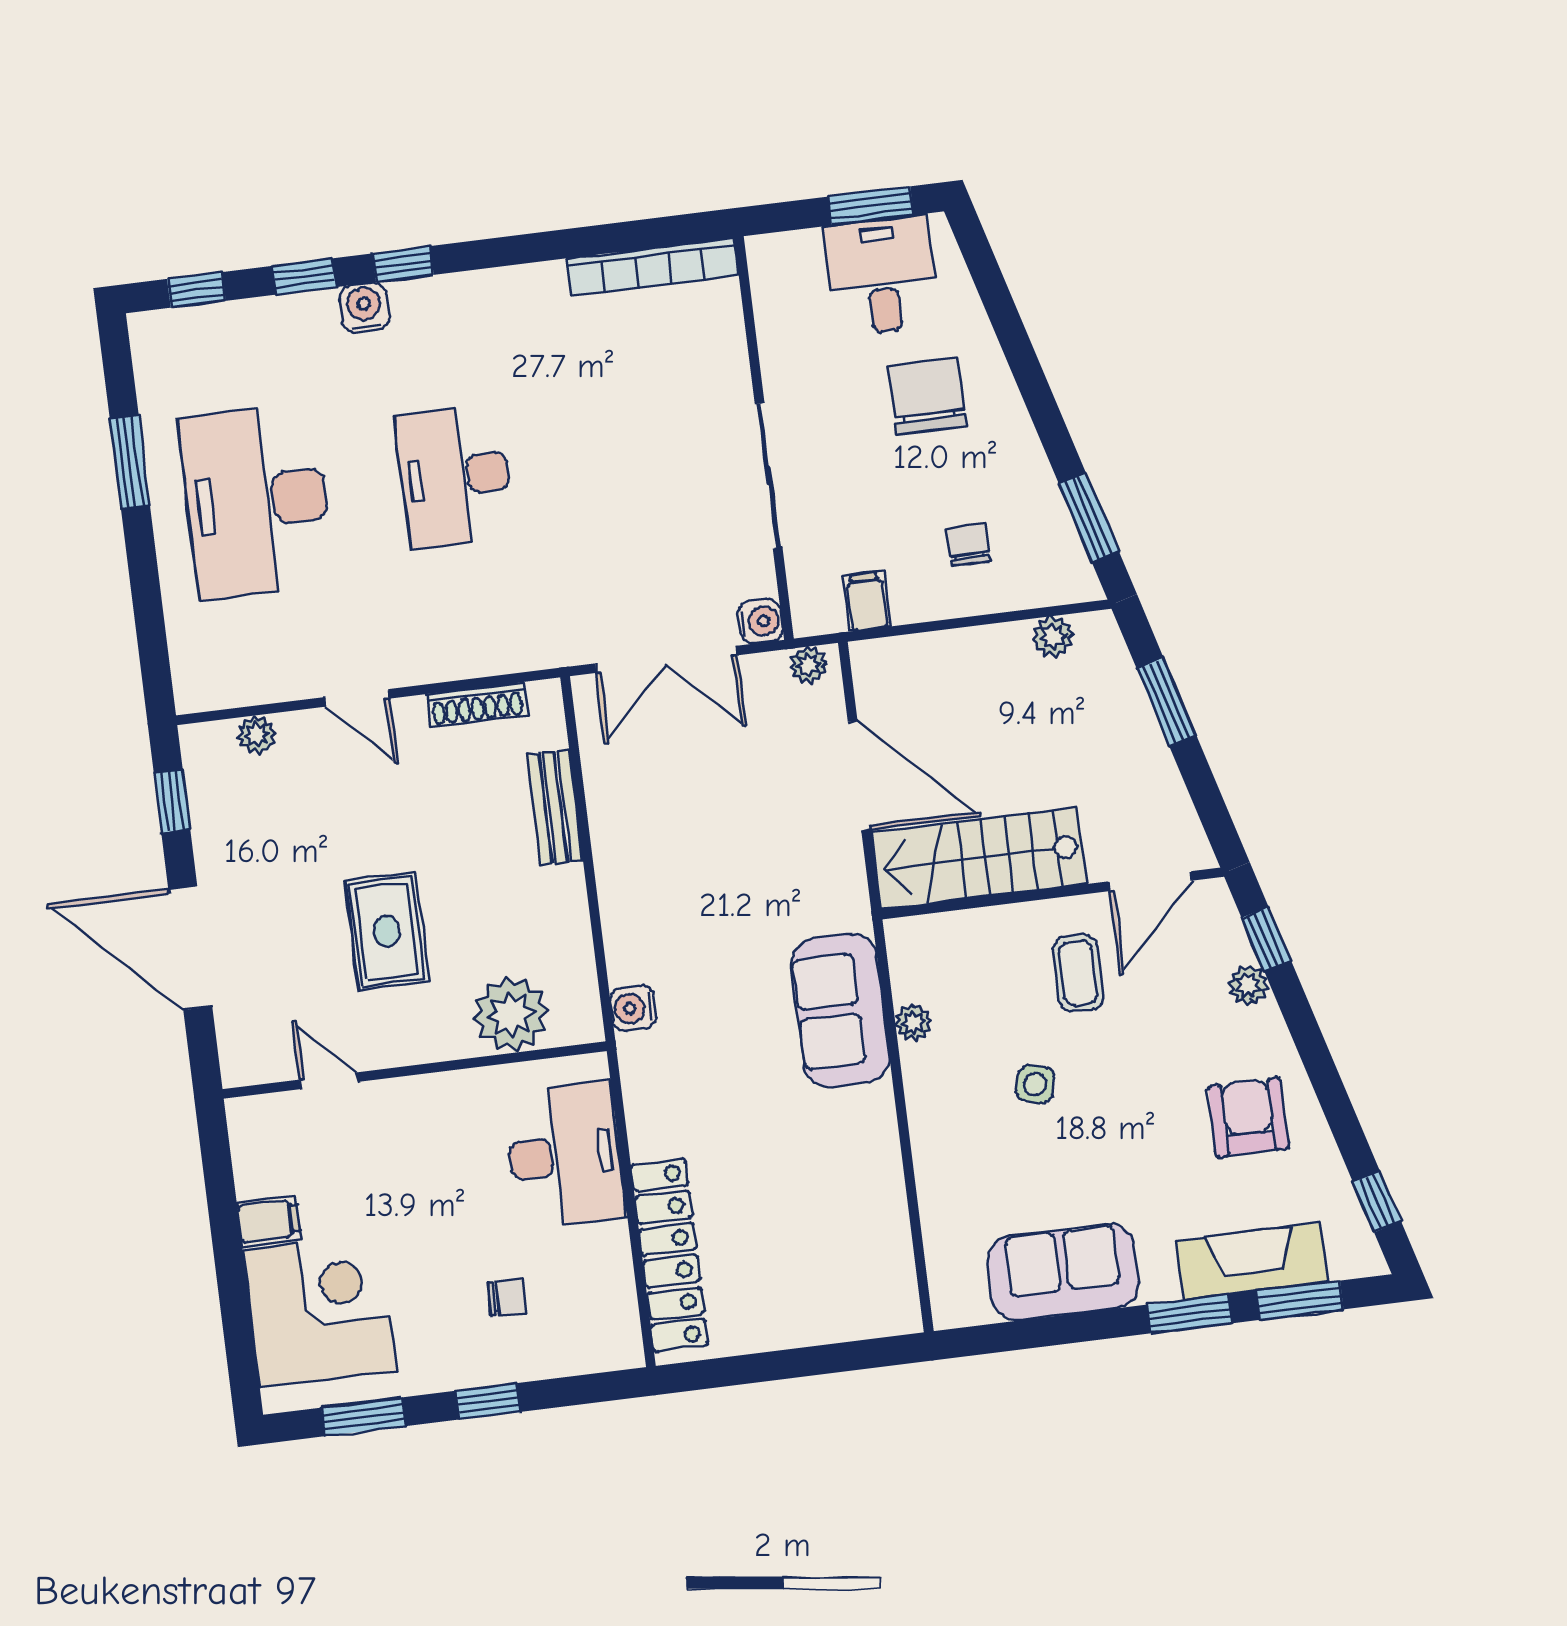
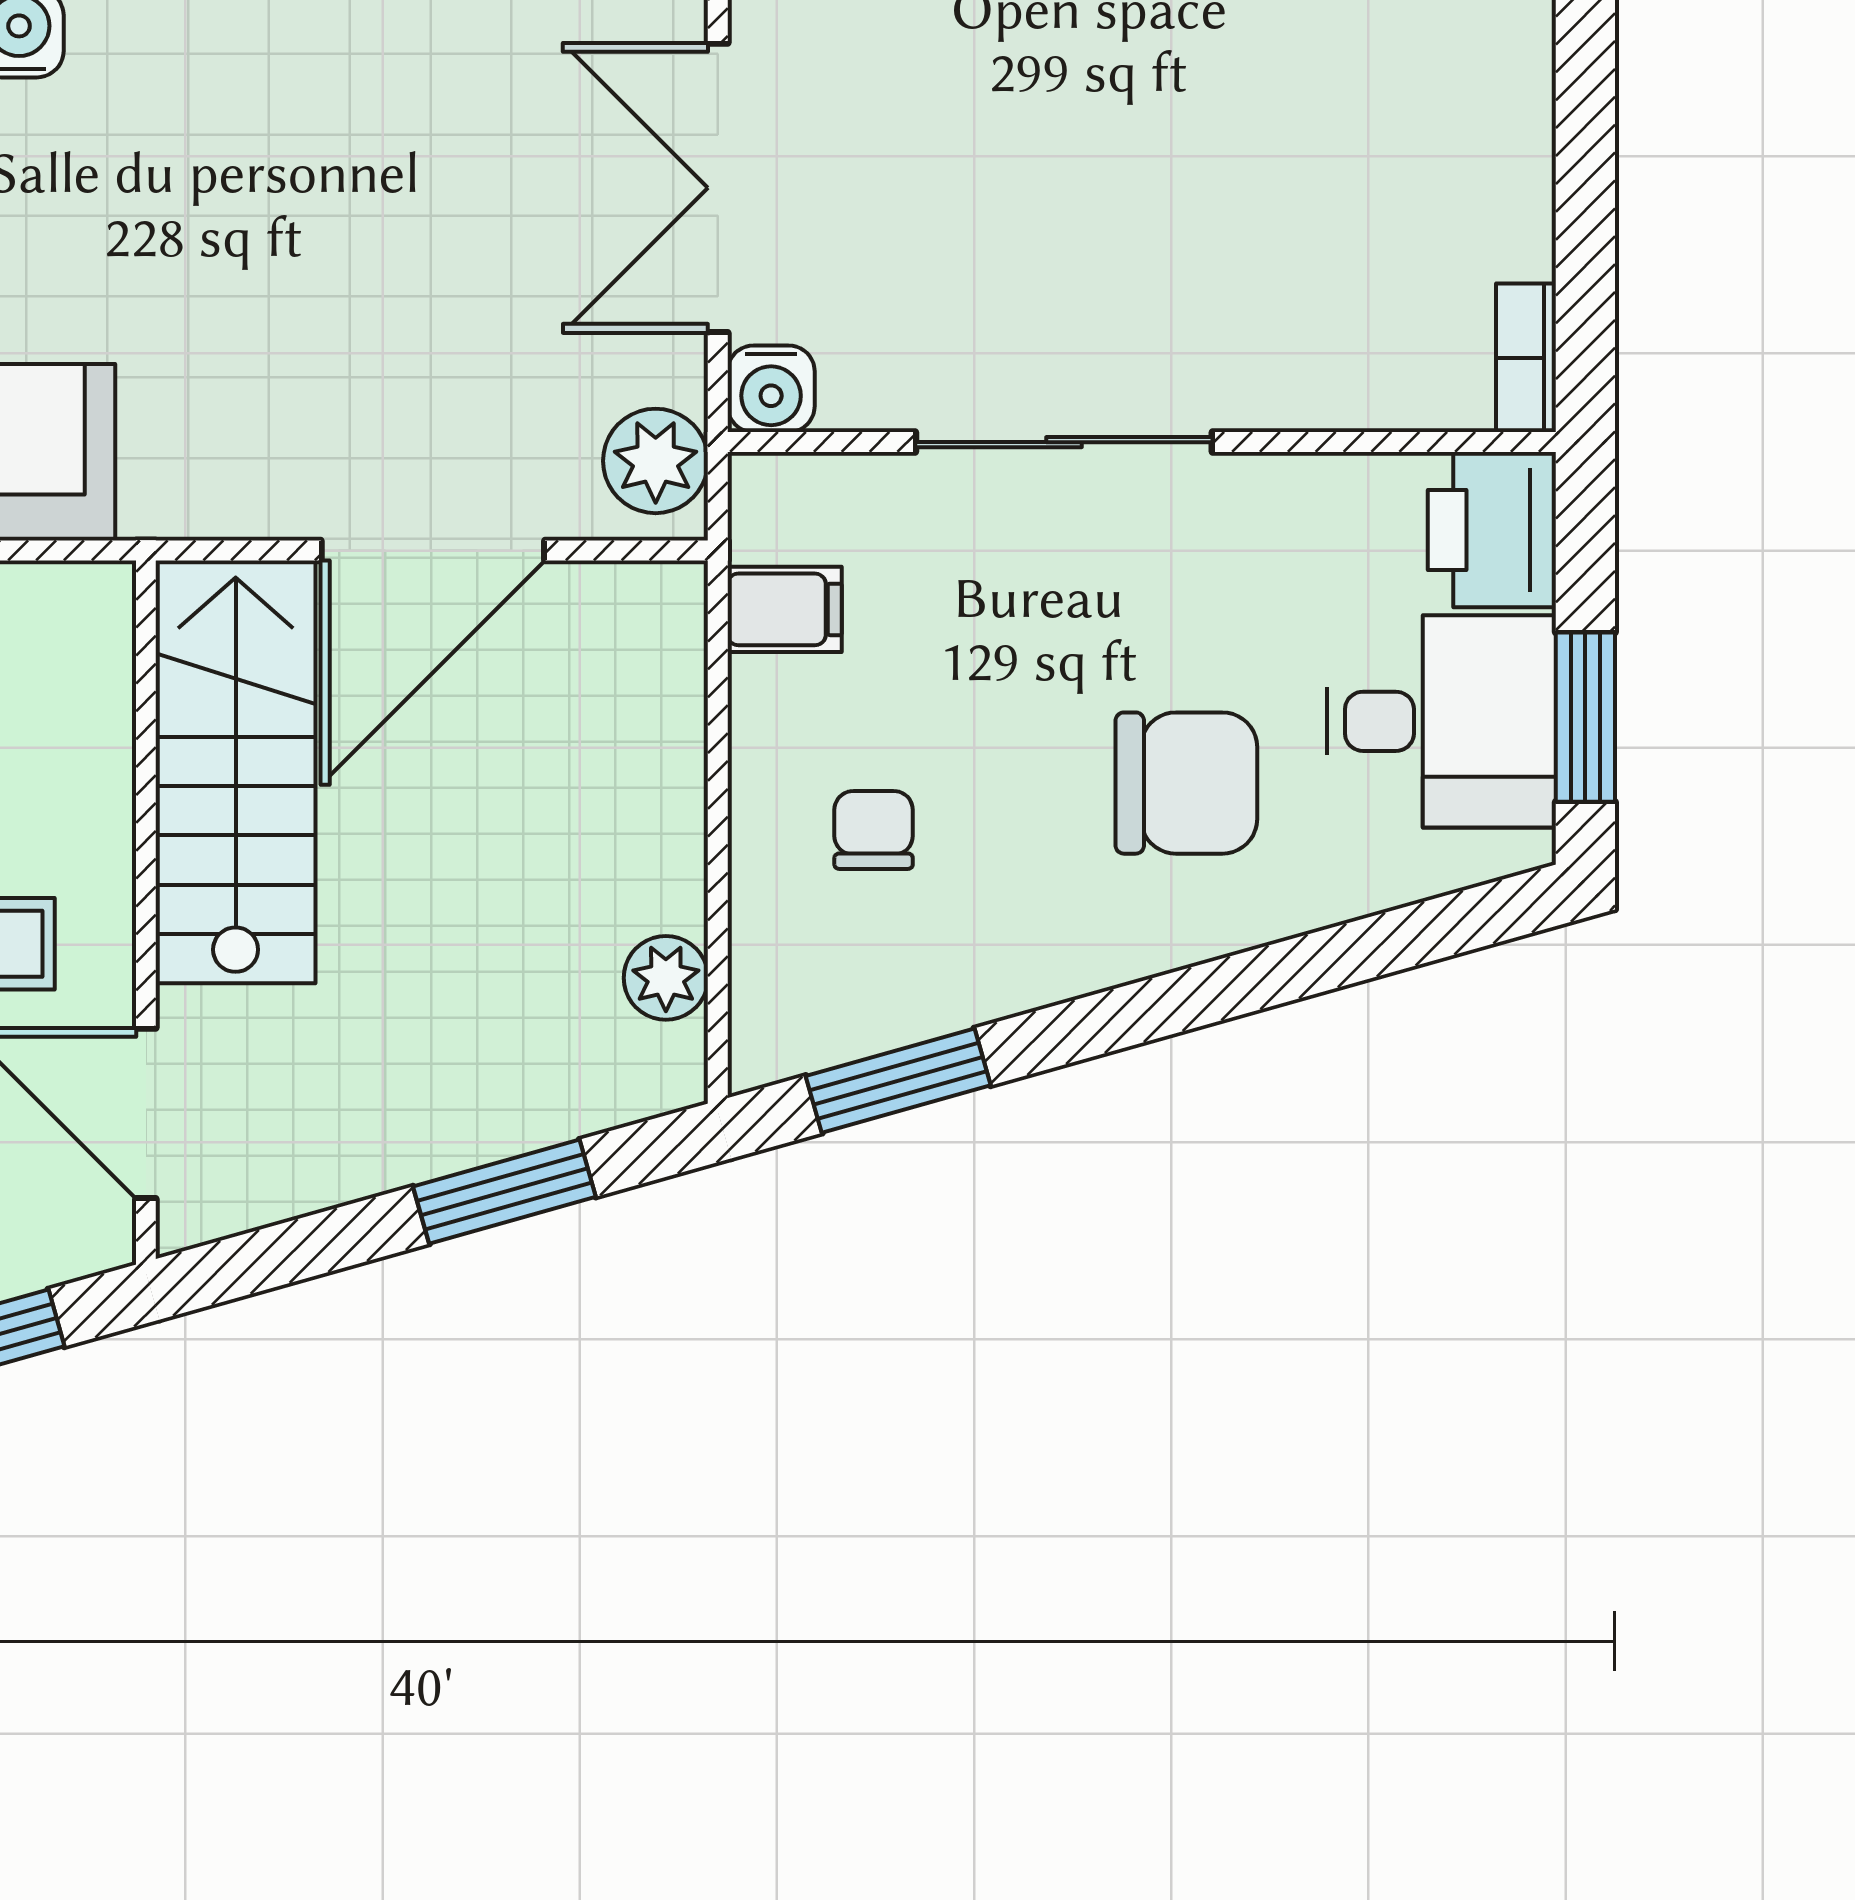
printer: (785, 263) -> (1492, 530), added
bookcase: (653, 267) -> (1526, 358), width x0.43, depth x0.76
chair: (969, 545) -> (874, 830), turned -90
plant: (809, 665) -> (656, 461), width x1.38, depth x1.38

